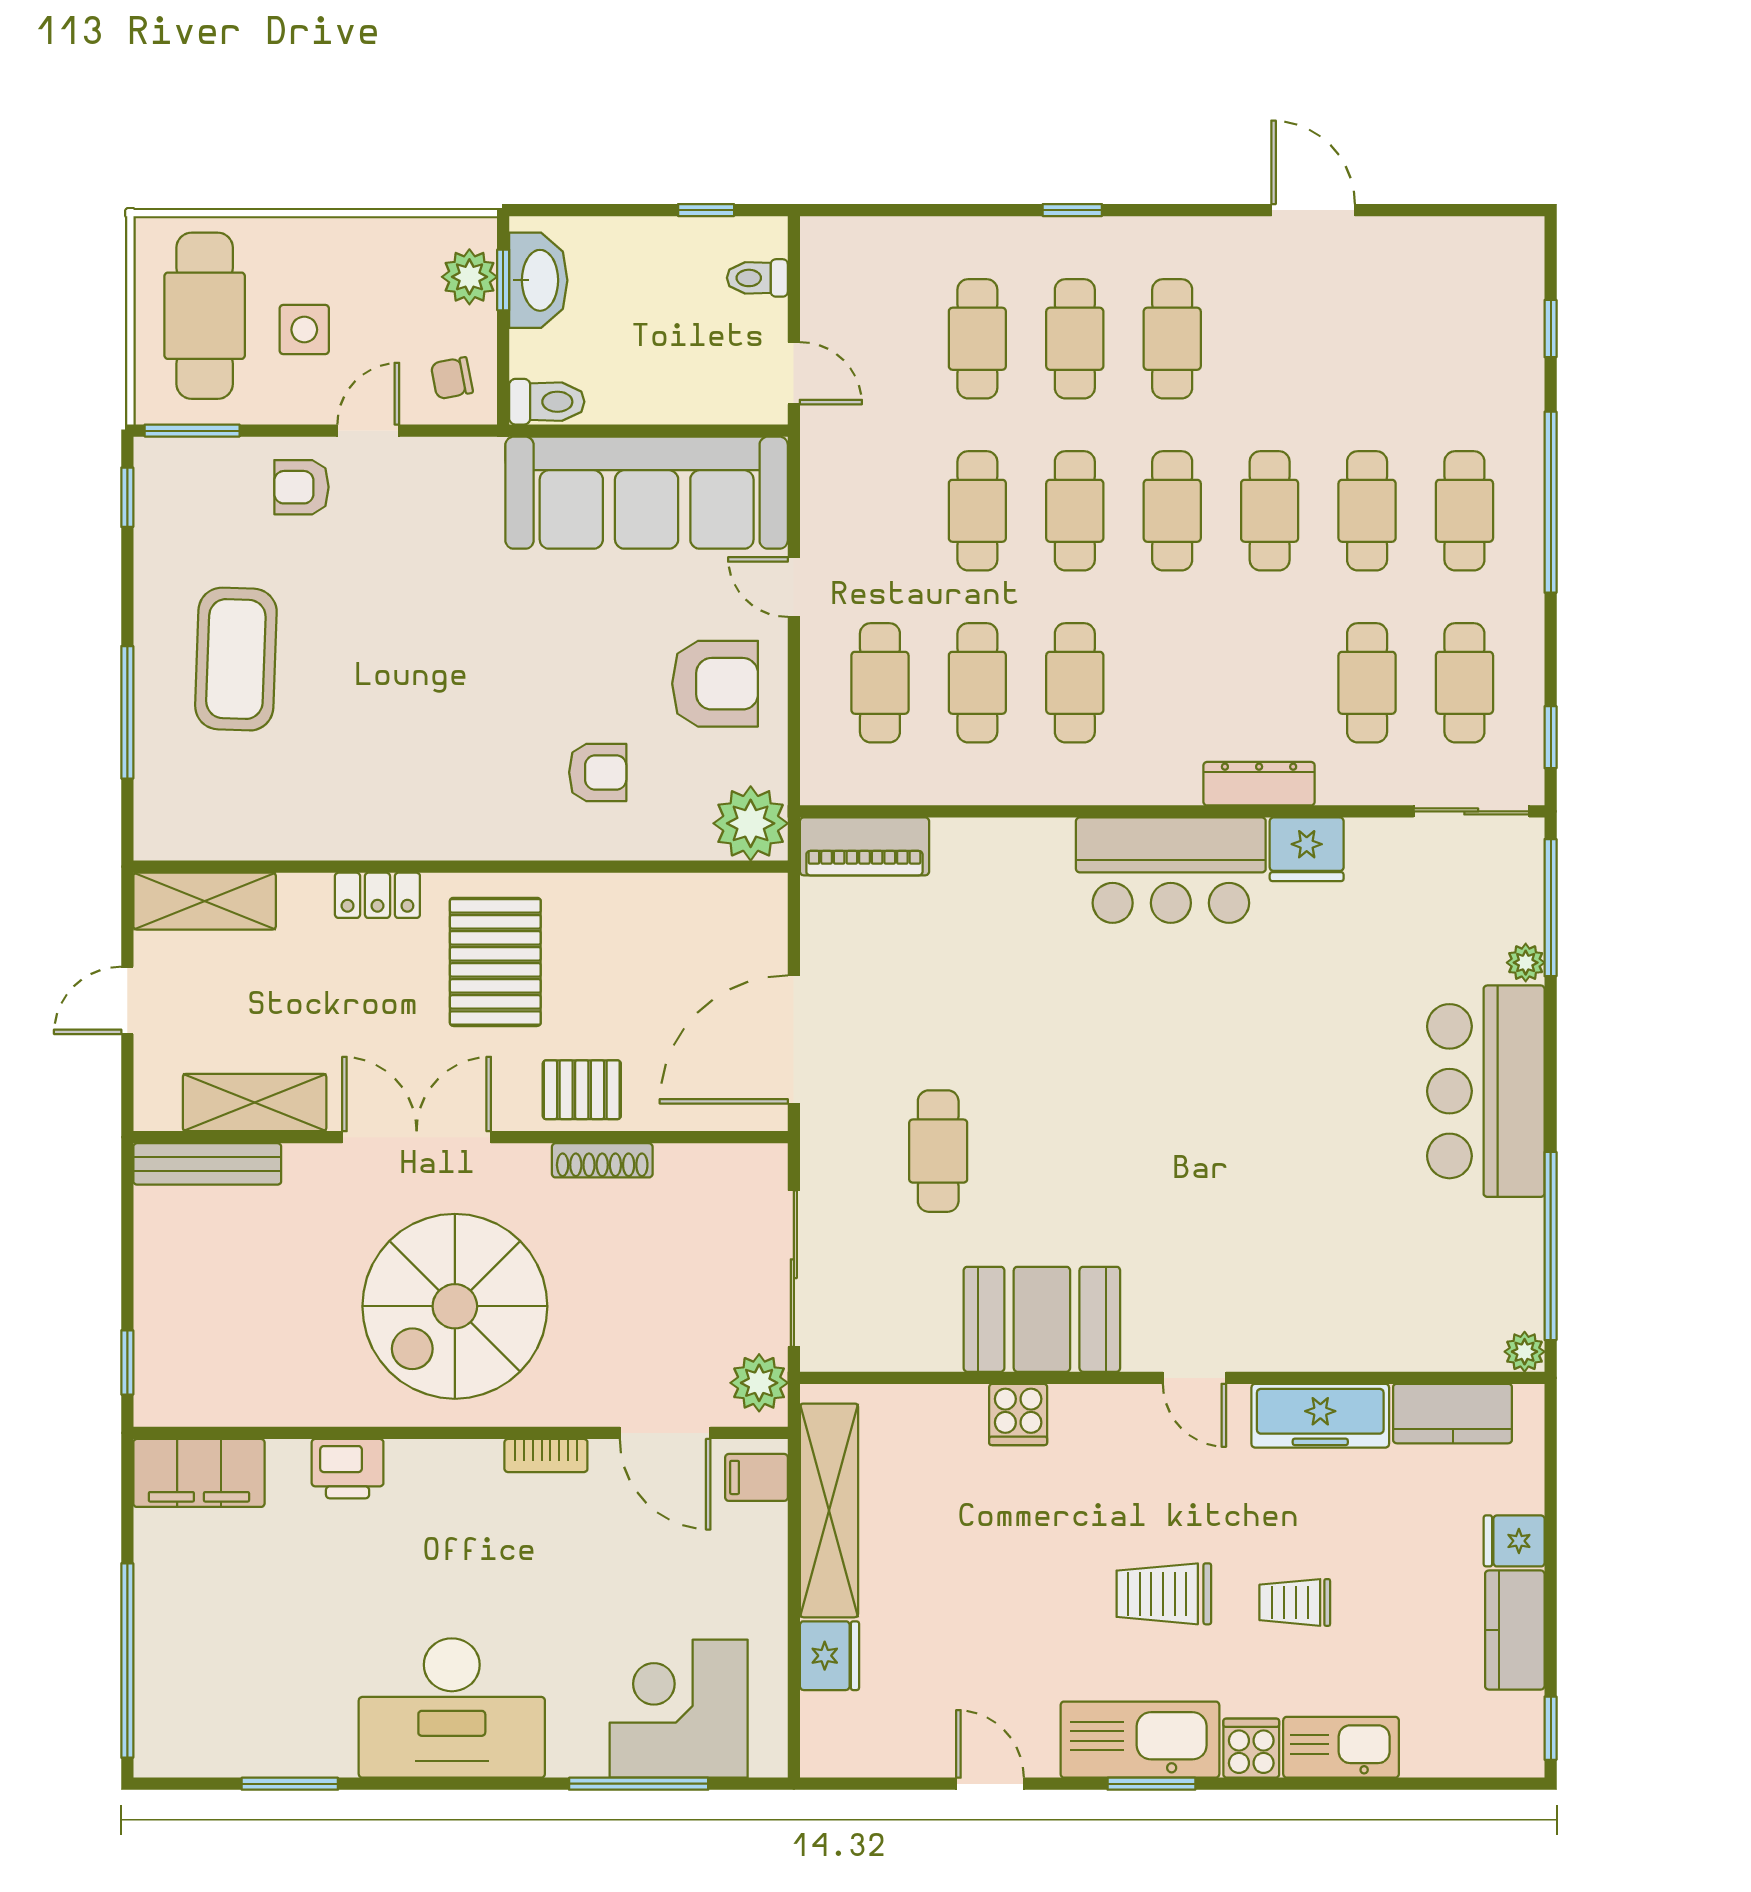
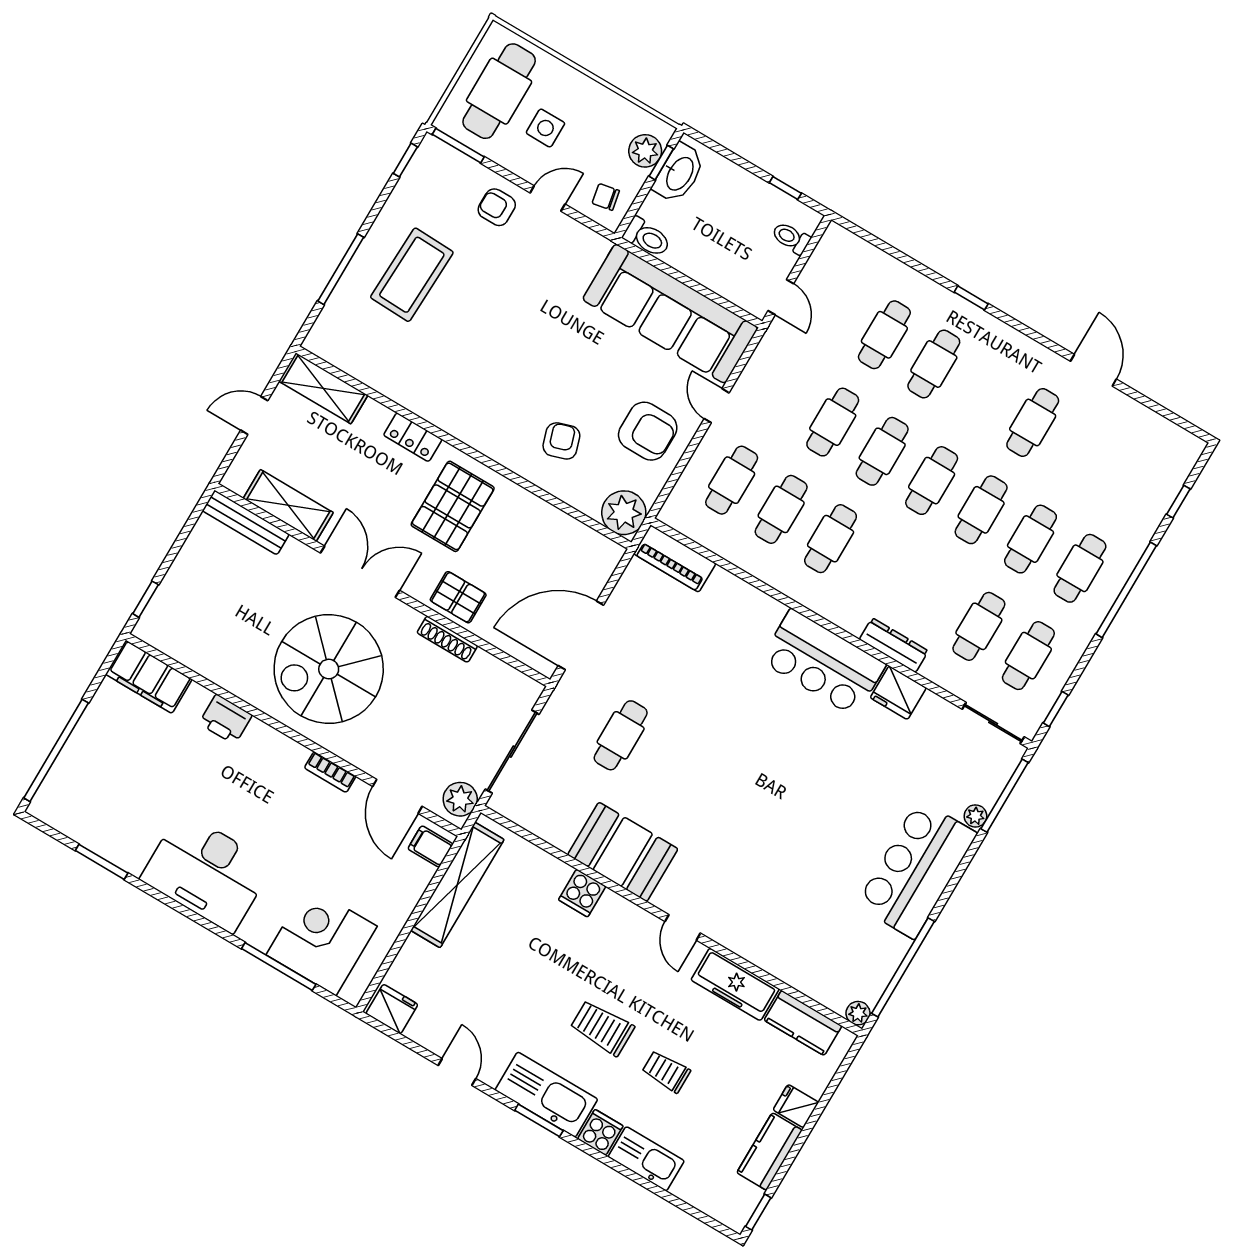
cafe table: (1172, 339) -> (1033, 422), moved
armchair: (598, 772) -> (561, 441), turned -108
fridge: (829, 1656) -> (392, 1009), moved, turned -90

